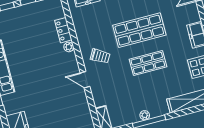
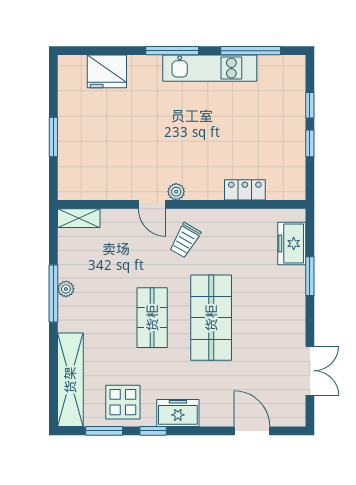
plant: (69, 47) -> (176, 192), moved
door: (85, 80) -> (152, 204), swing flipped

